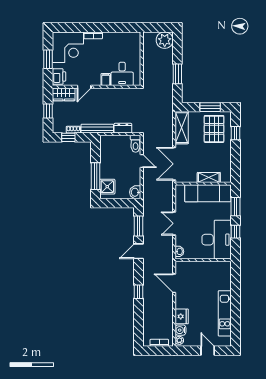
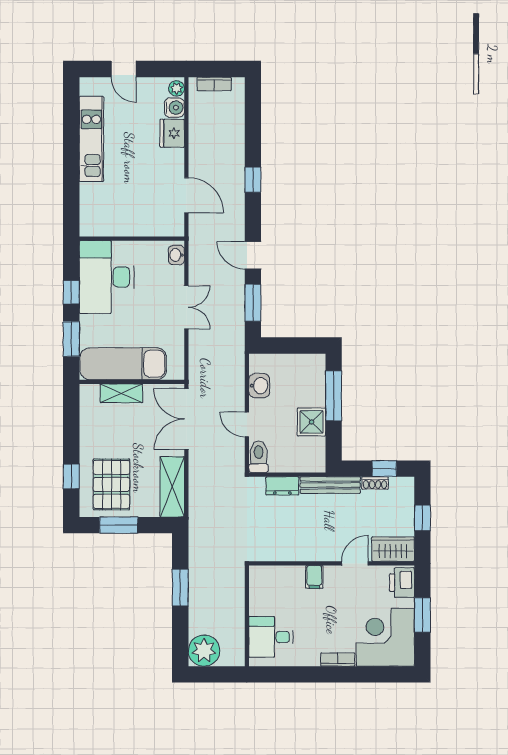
desk: (122, 74) -> (271, 637), moved, turned -90
double door: (174, 164) -> (186, 419), swing flipped
shower: (107, 187) -> (311, 422), moved
washbasin: (135, 192) -> (259, 386), moved
door: (139, 251) -> (253, 255), swing flipped

